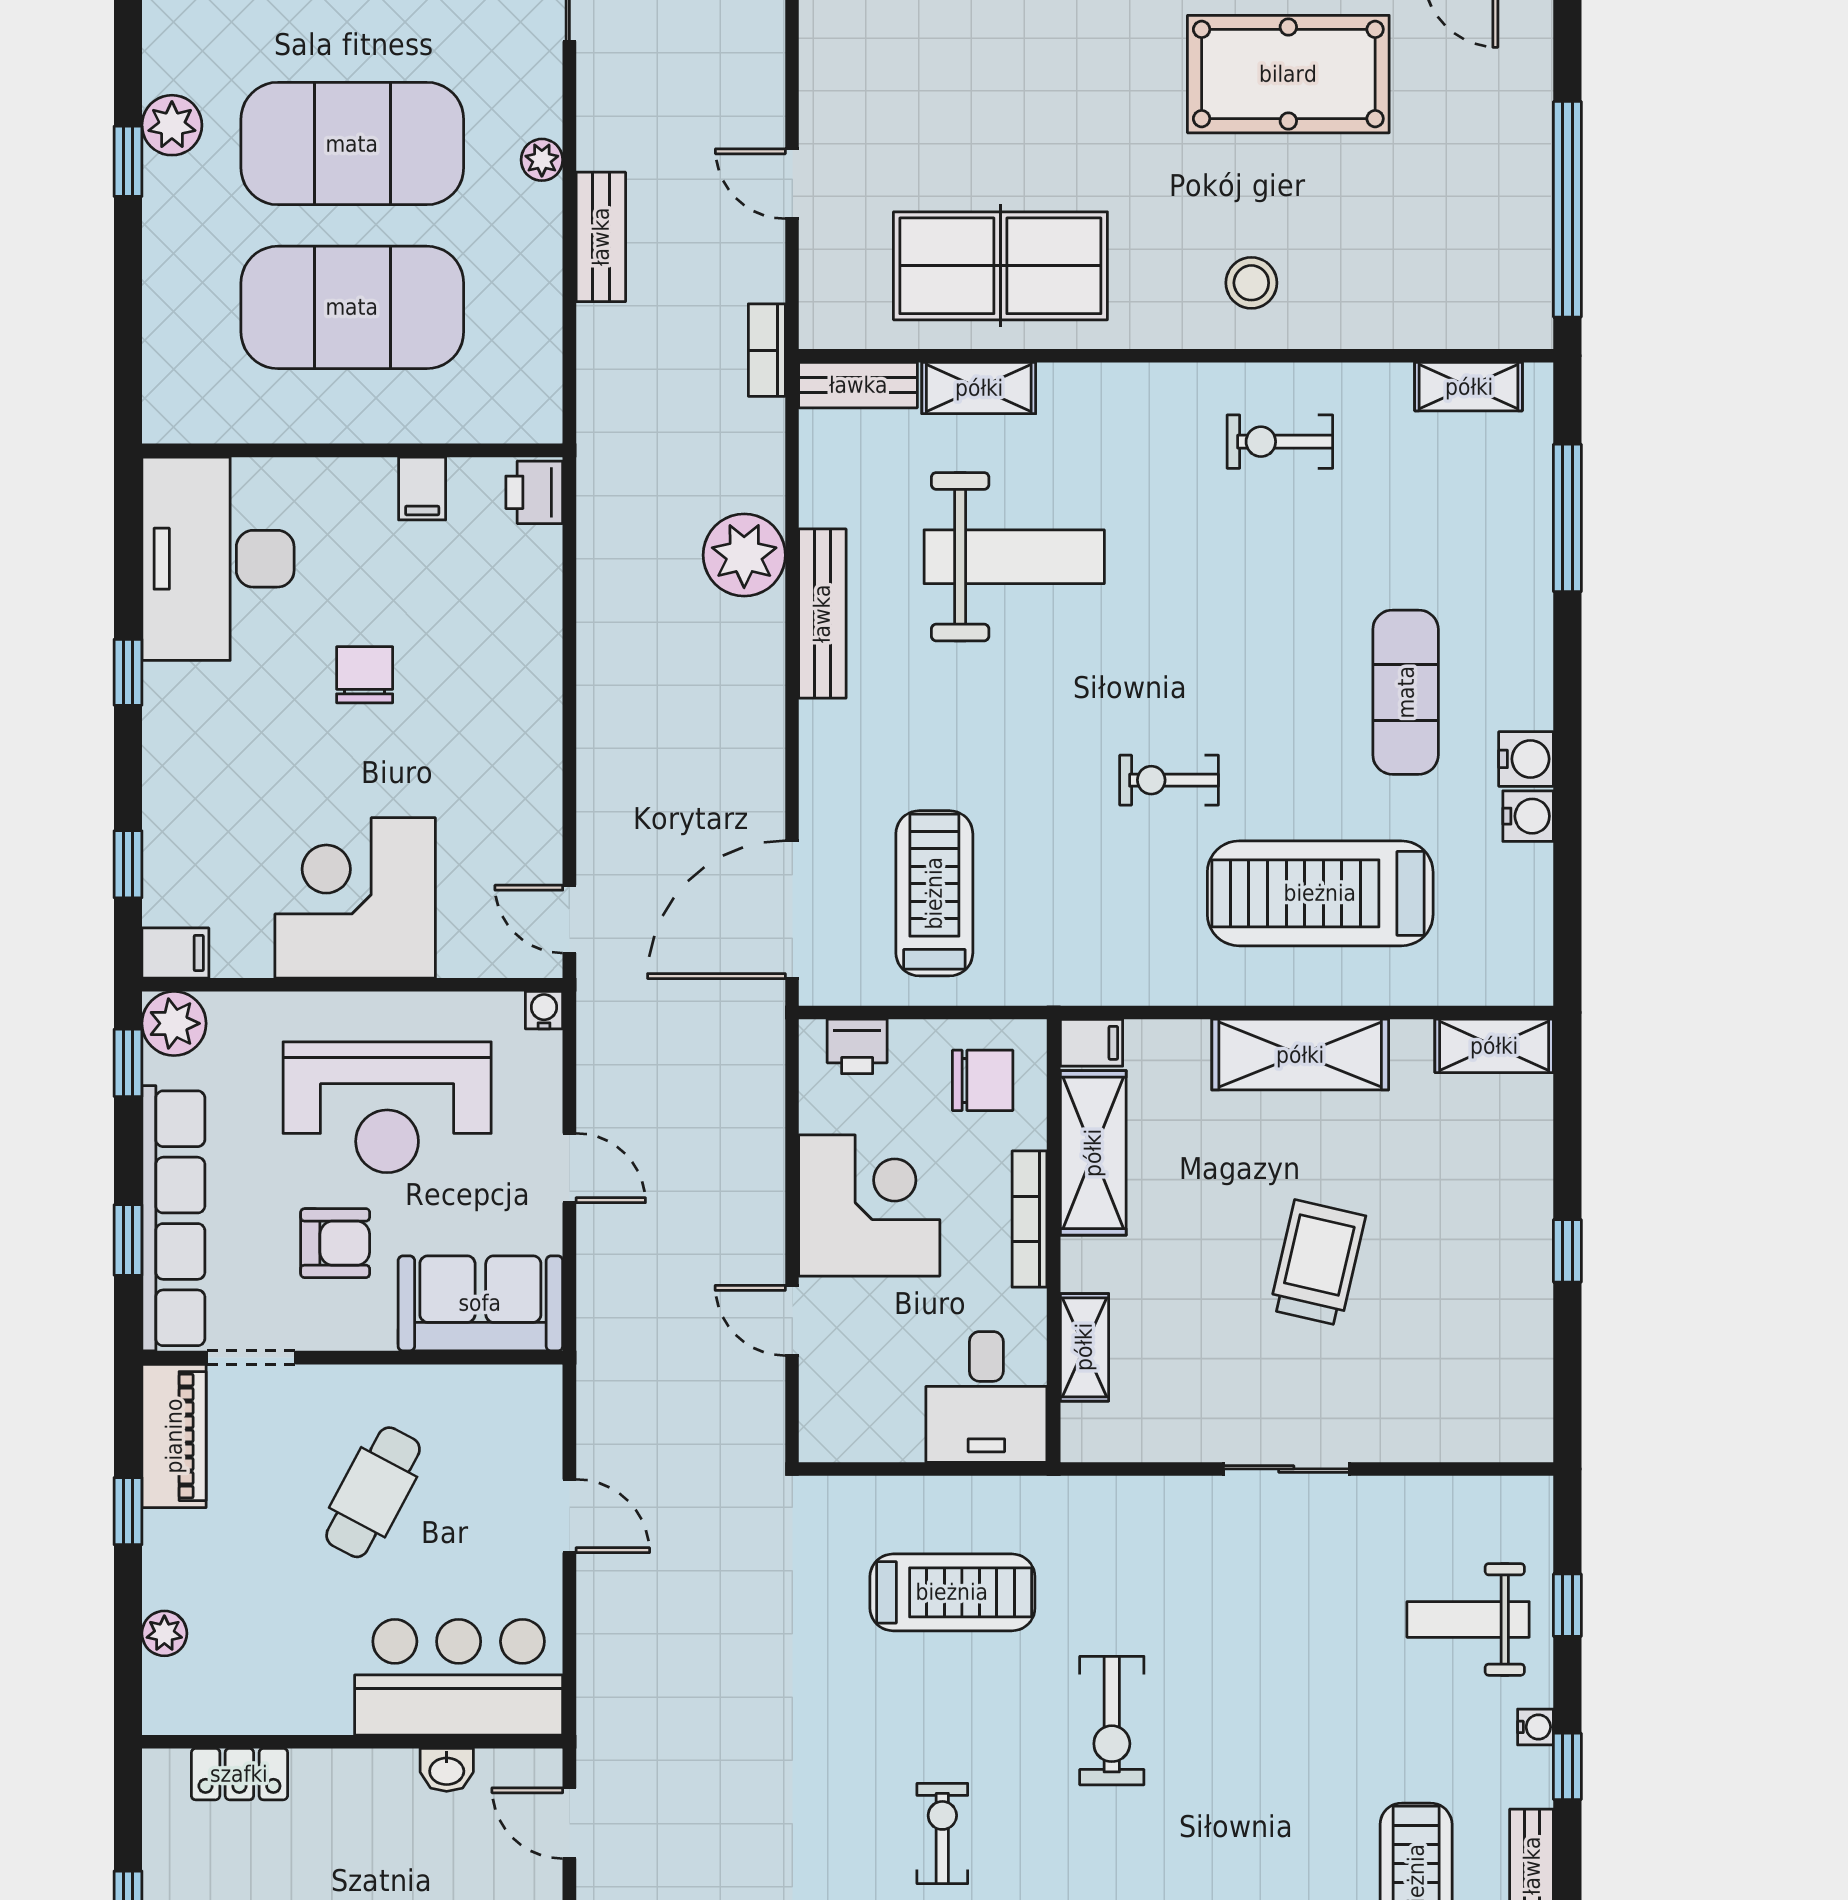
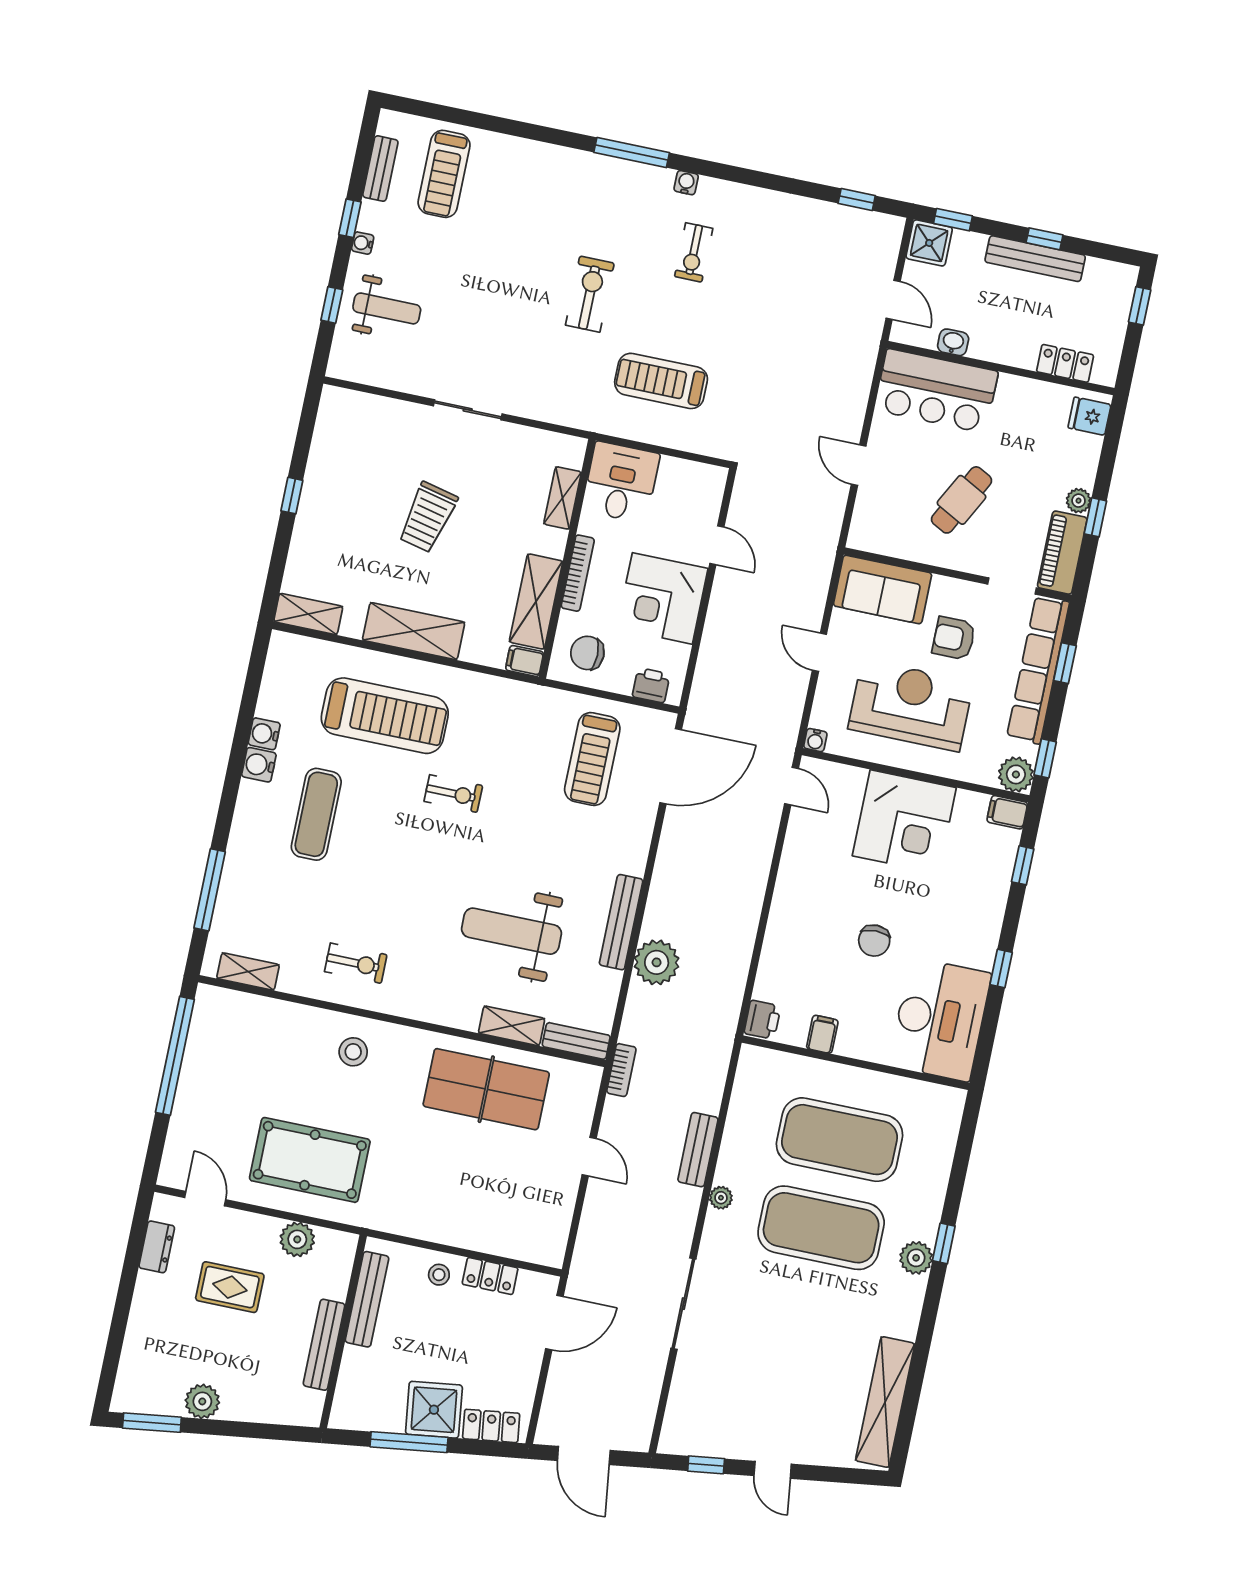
plant: (164, 1633) -> (1079, 501), moved
fridge: (176, 1689) -> (1089, 416), added

